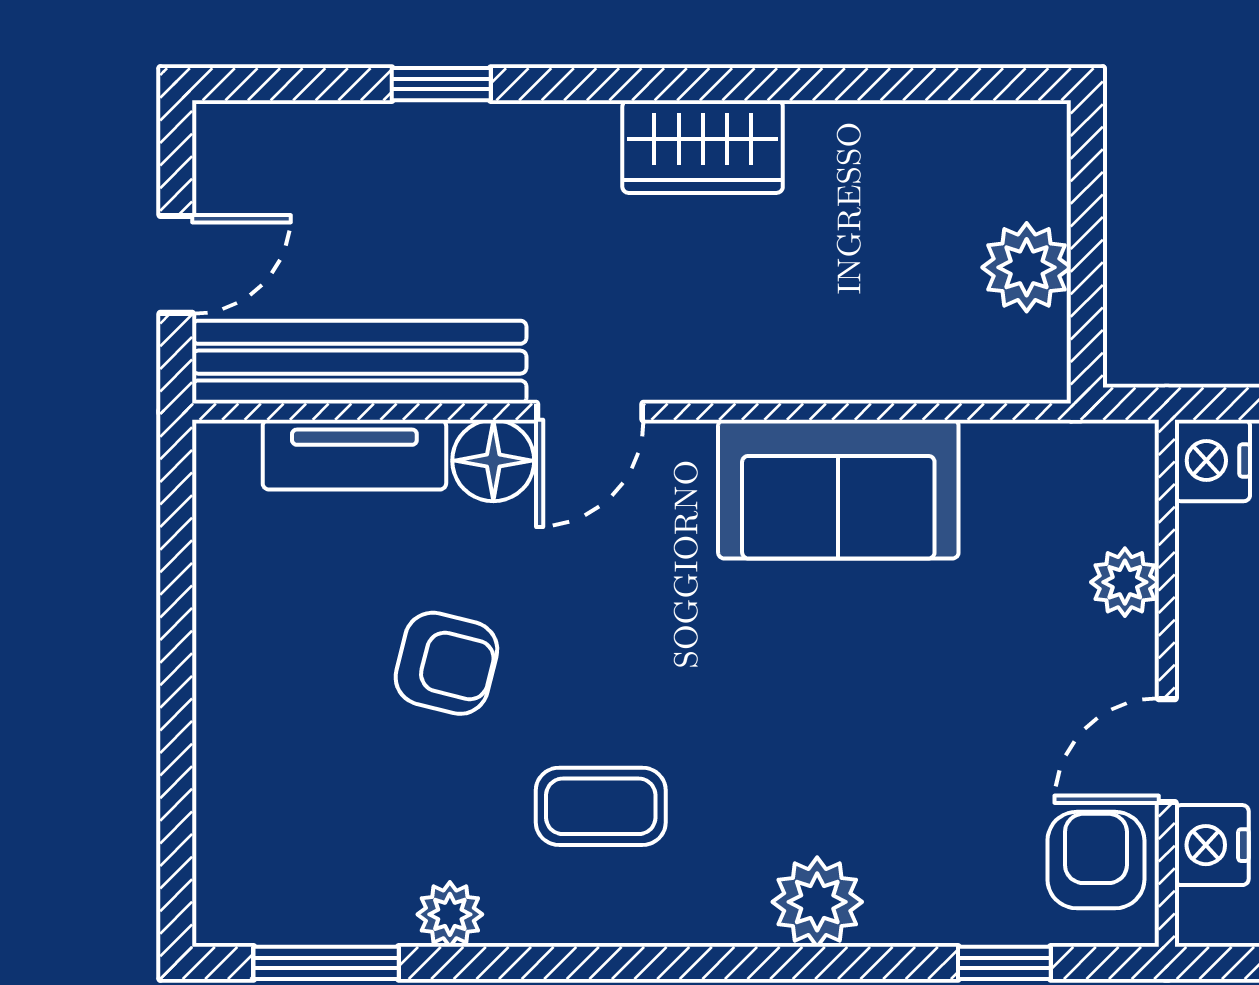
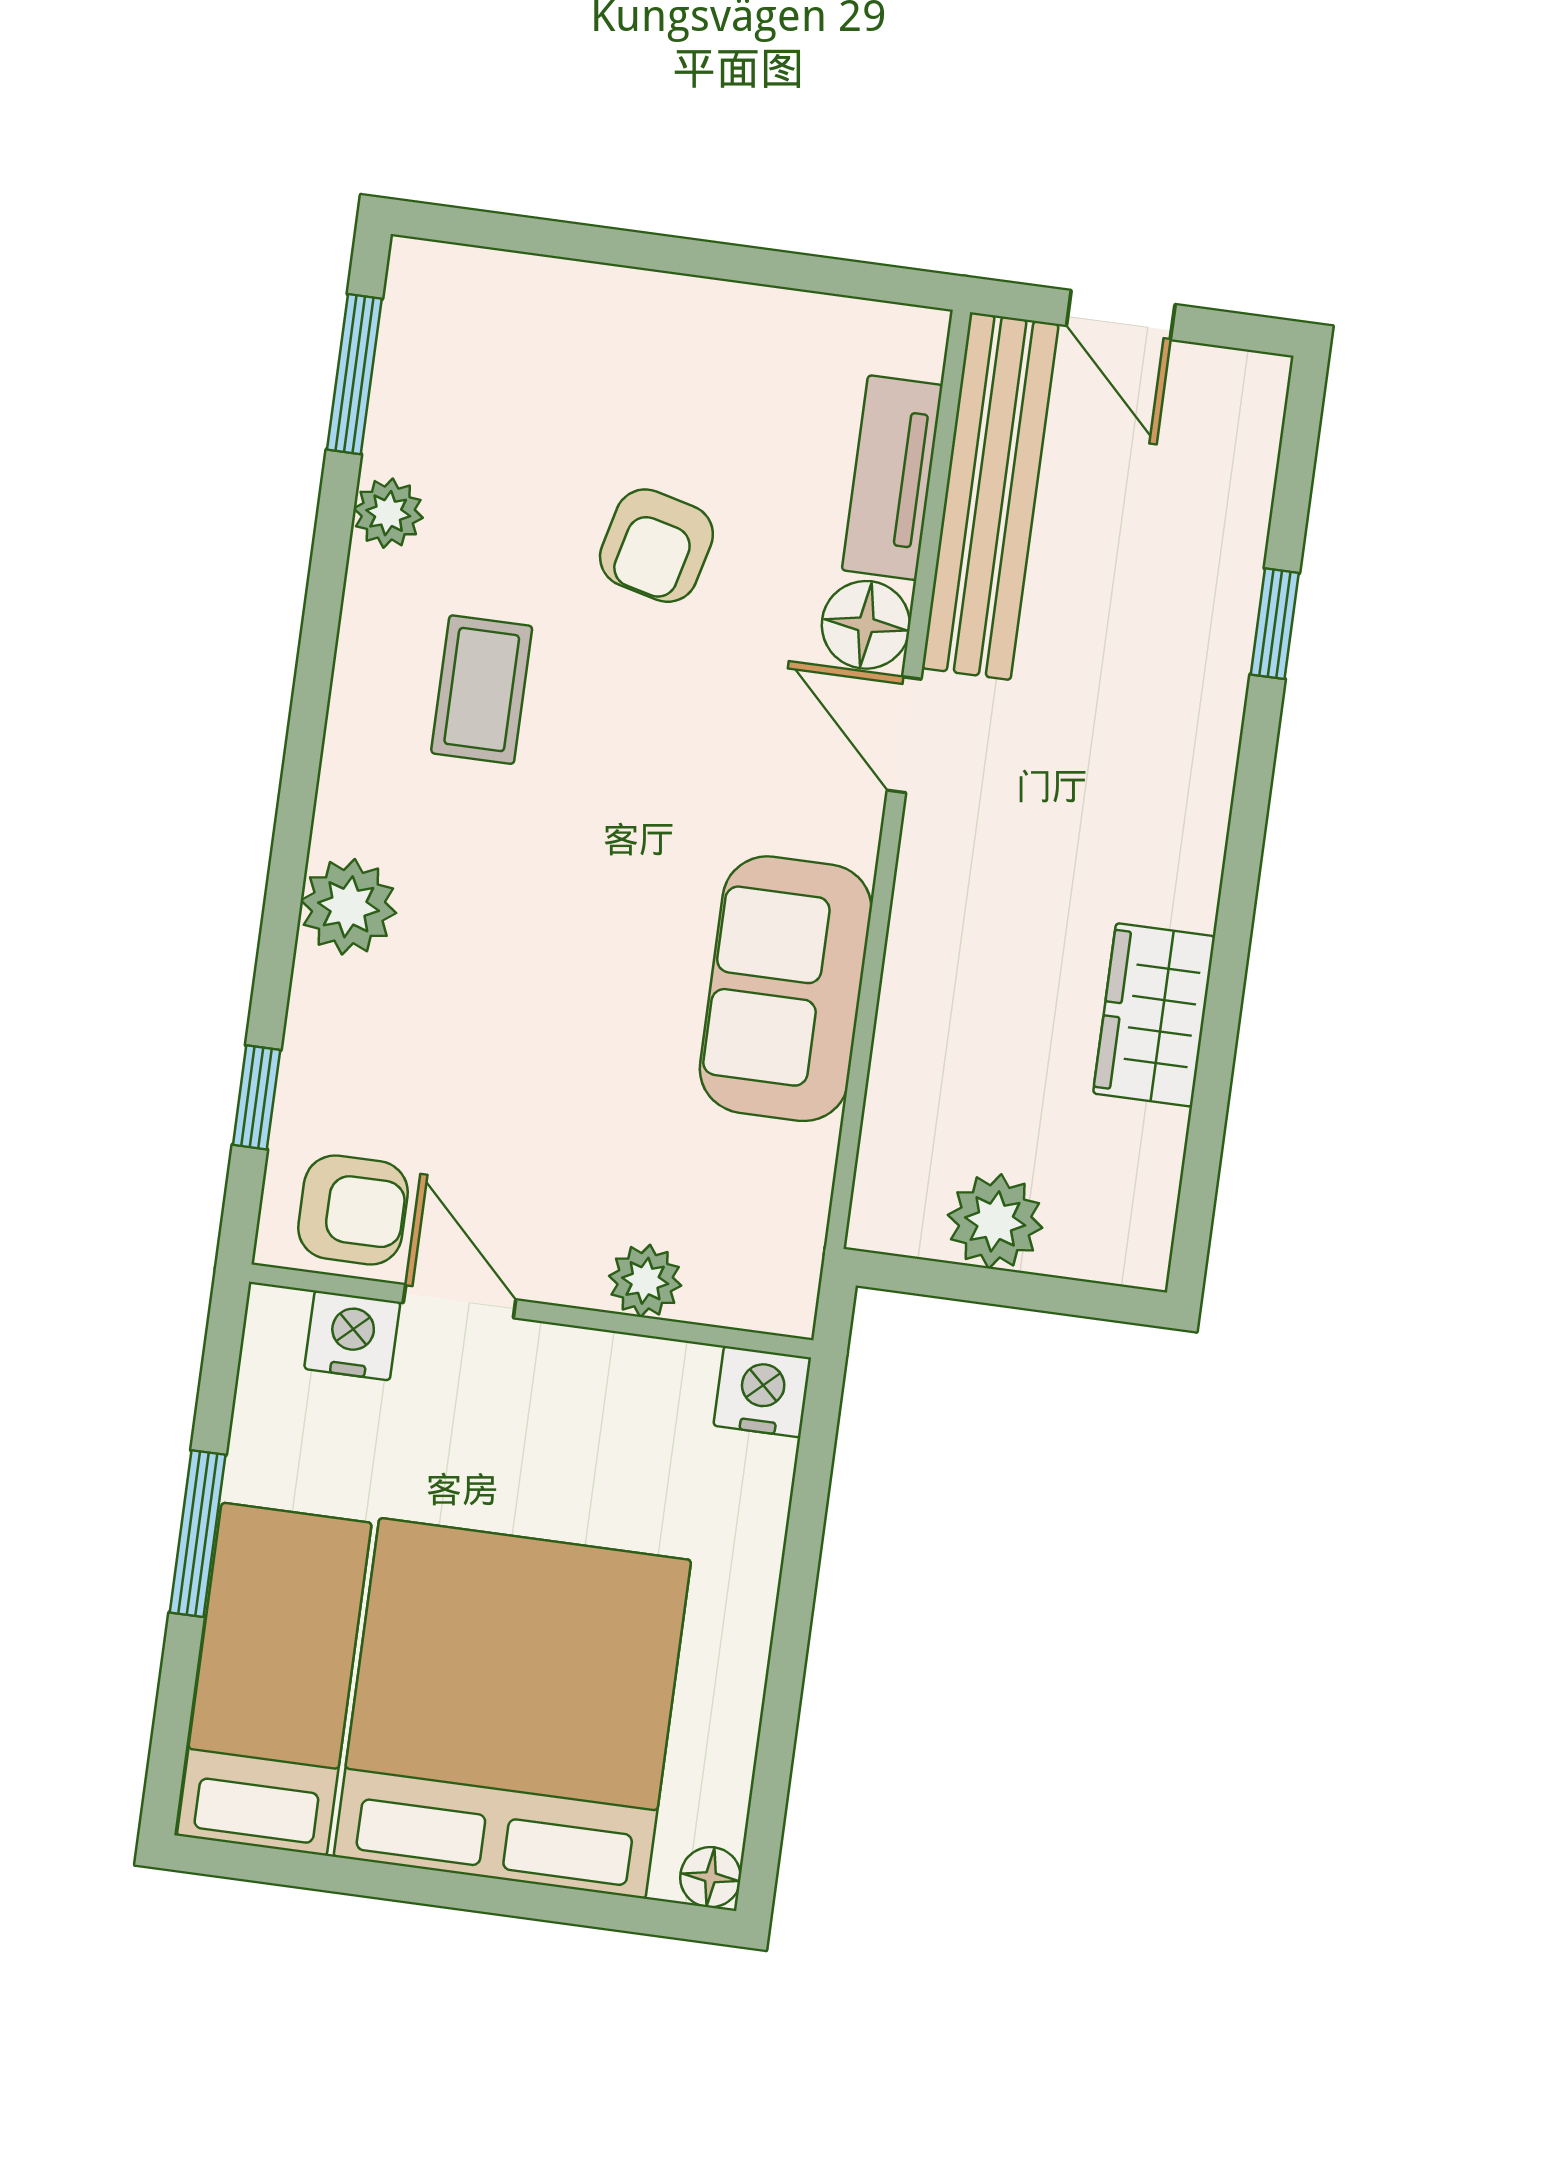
wardrobe: (703, 147) -> (1154, 1015), moved

